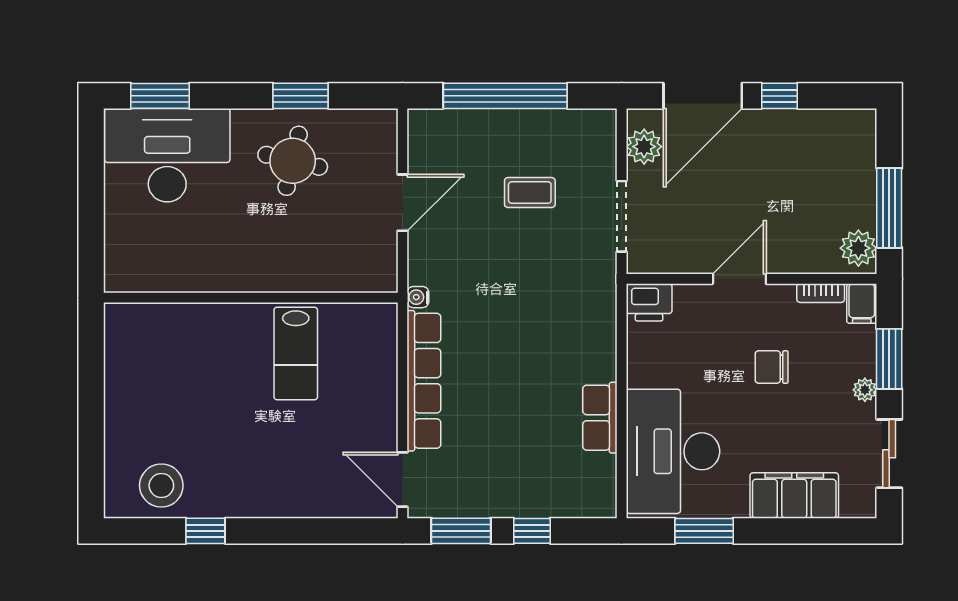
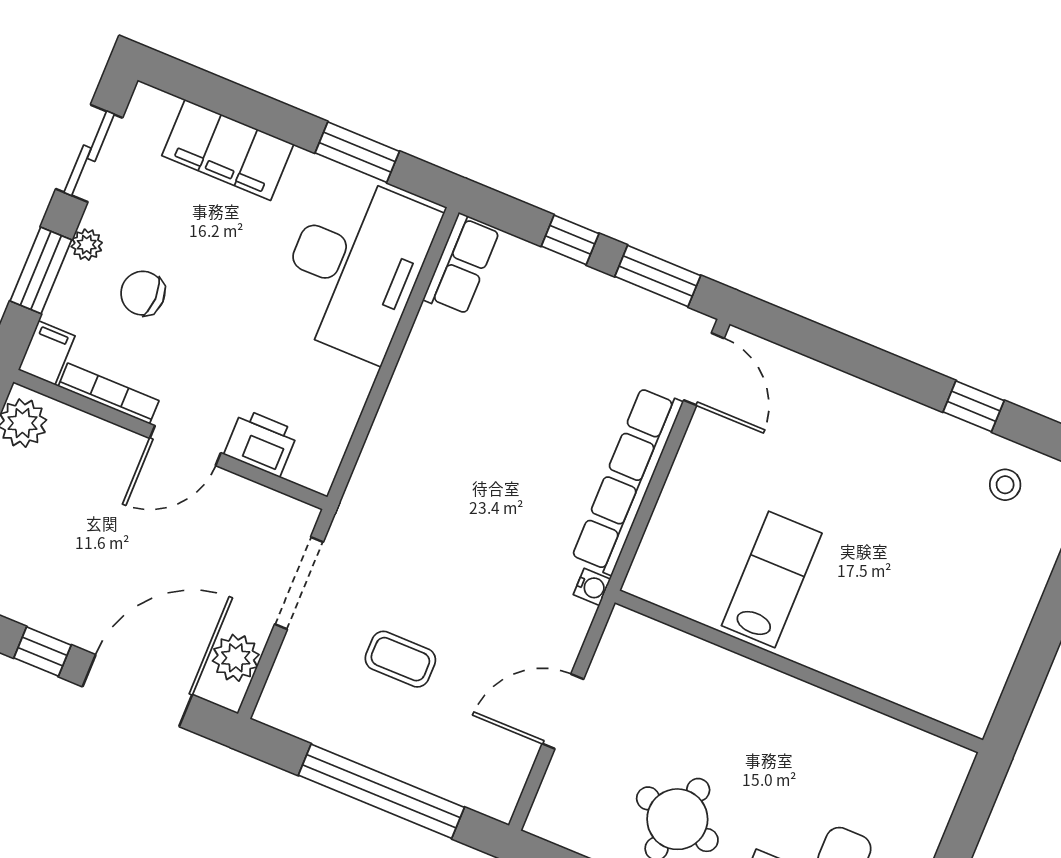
bookcase: (821, 293) -> (109, 393), width x1.56
printer: (649, 302) -> (261, 443), moved
chair: (772, 367) -> (143, 293), moved, turned 180
row of seats: (600, 418) -> (462, 265), moved
stool: (161, 485) -> (1005, 485), width x0.53, depth x0.53

